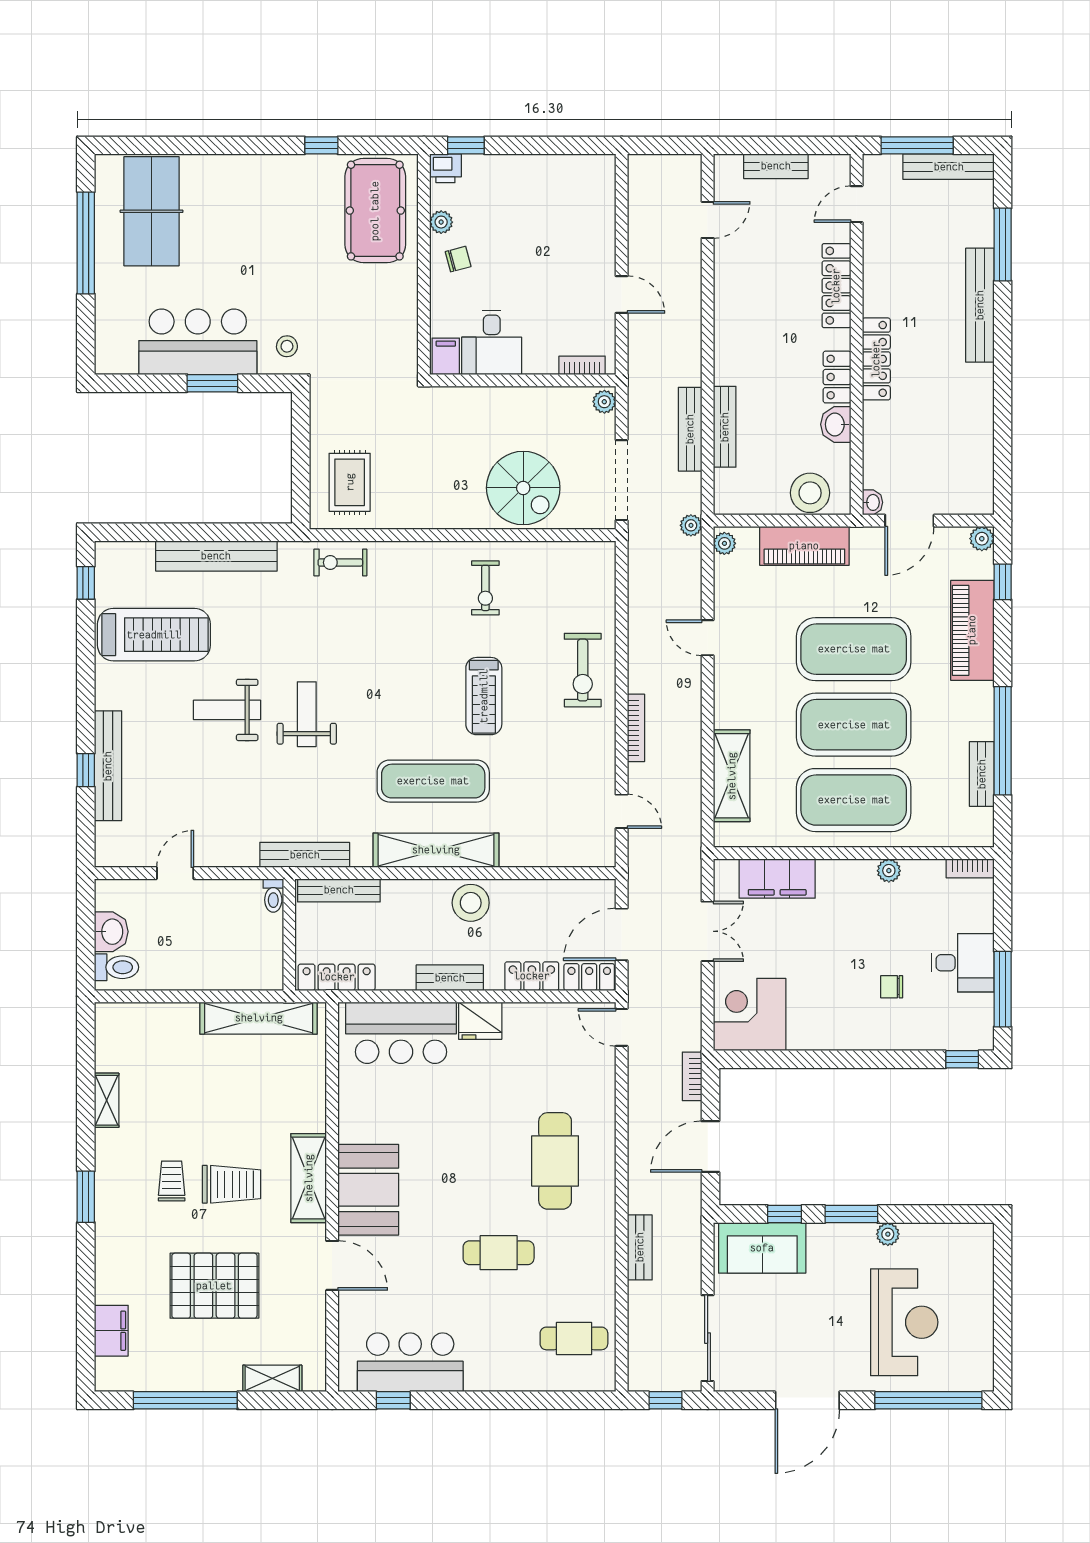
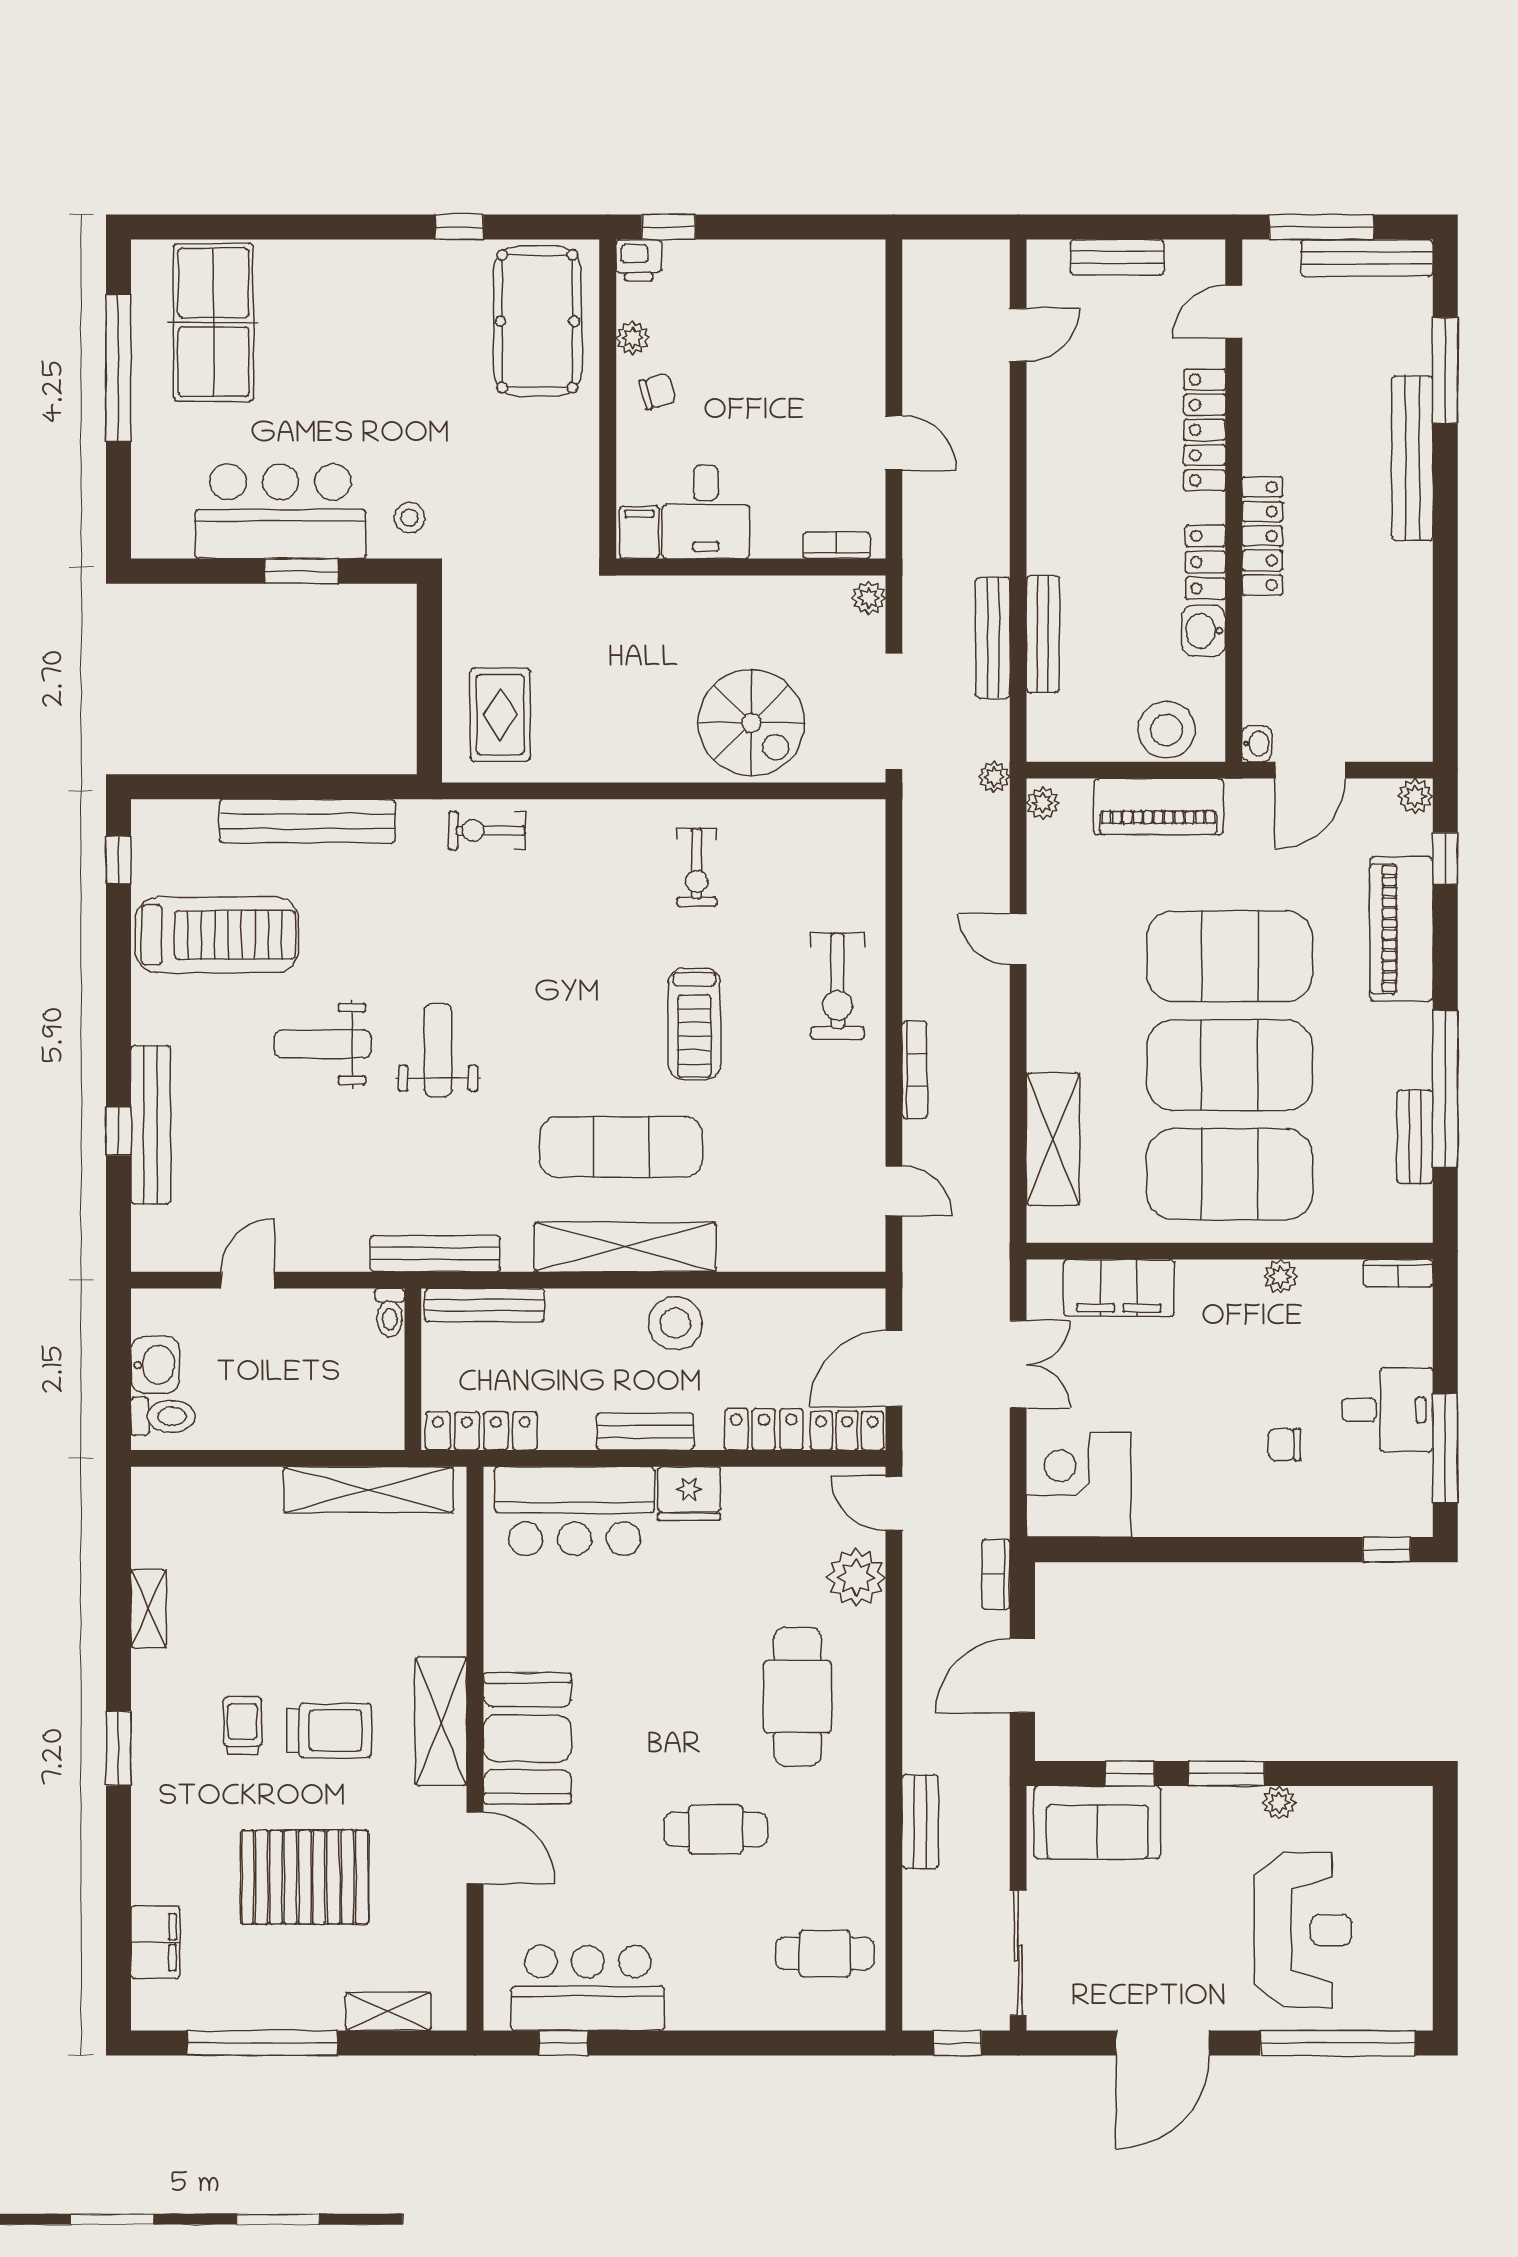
plant: (596, 1079) -> (856, 1577), added

